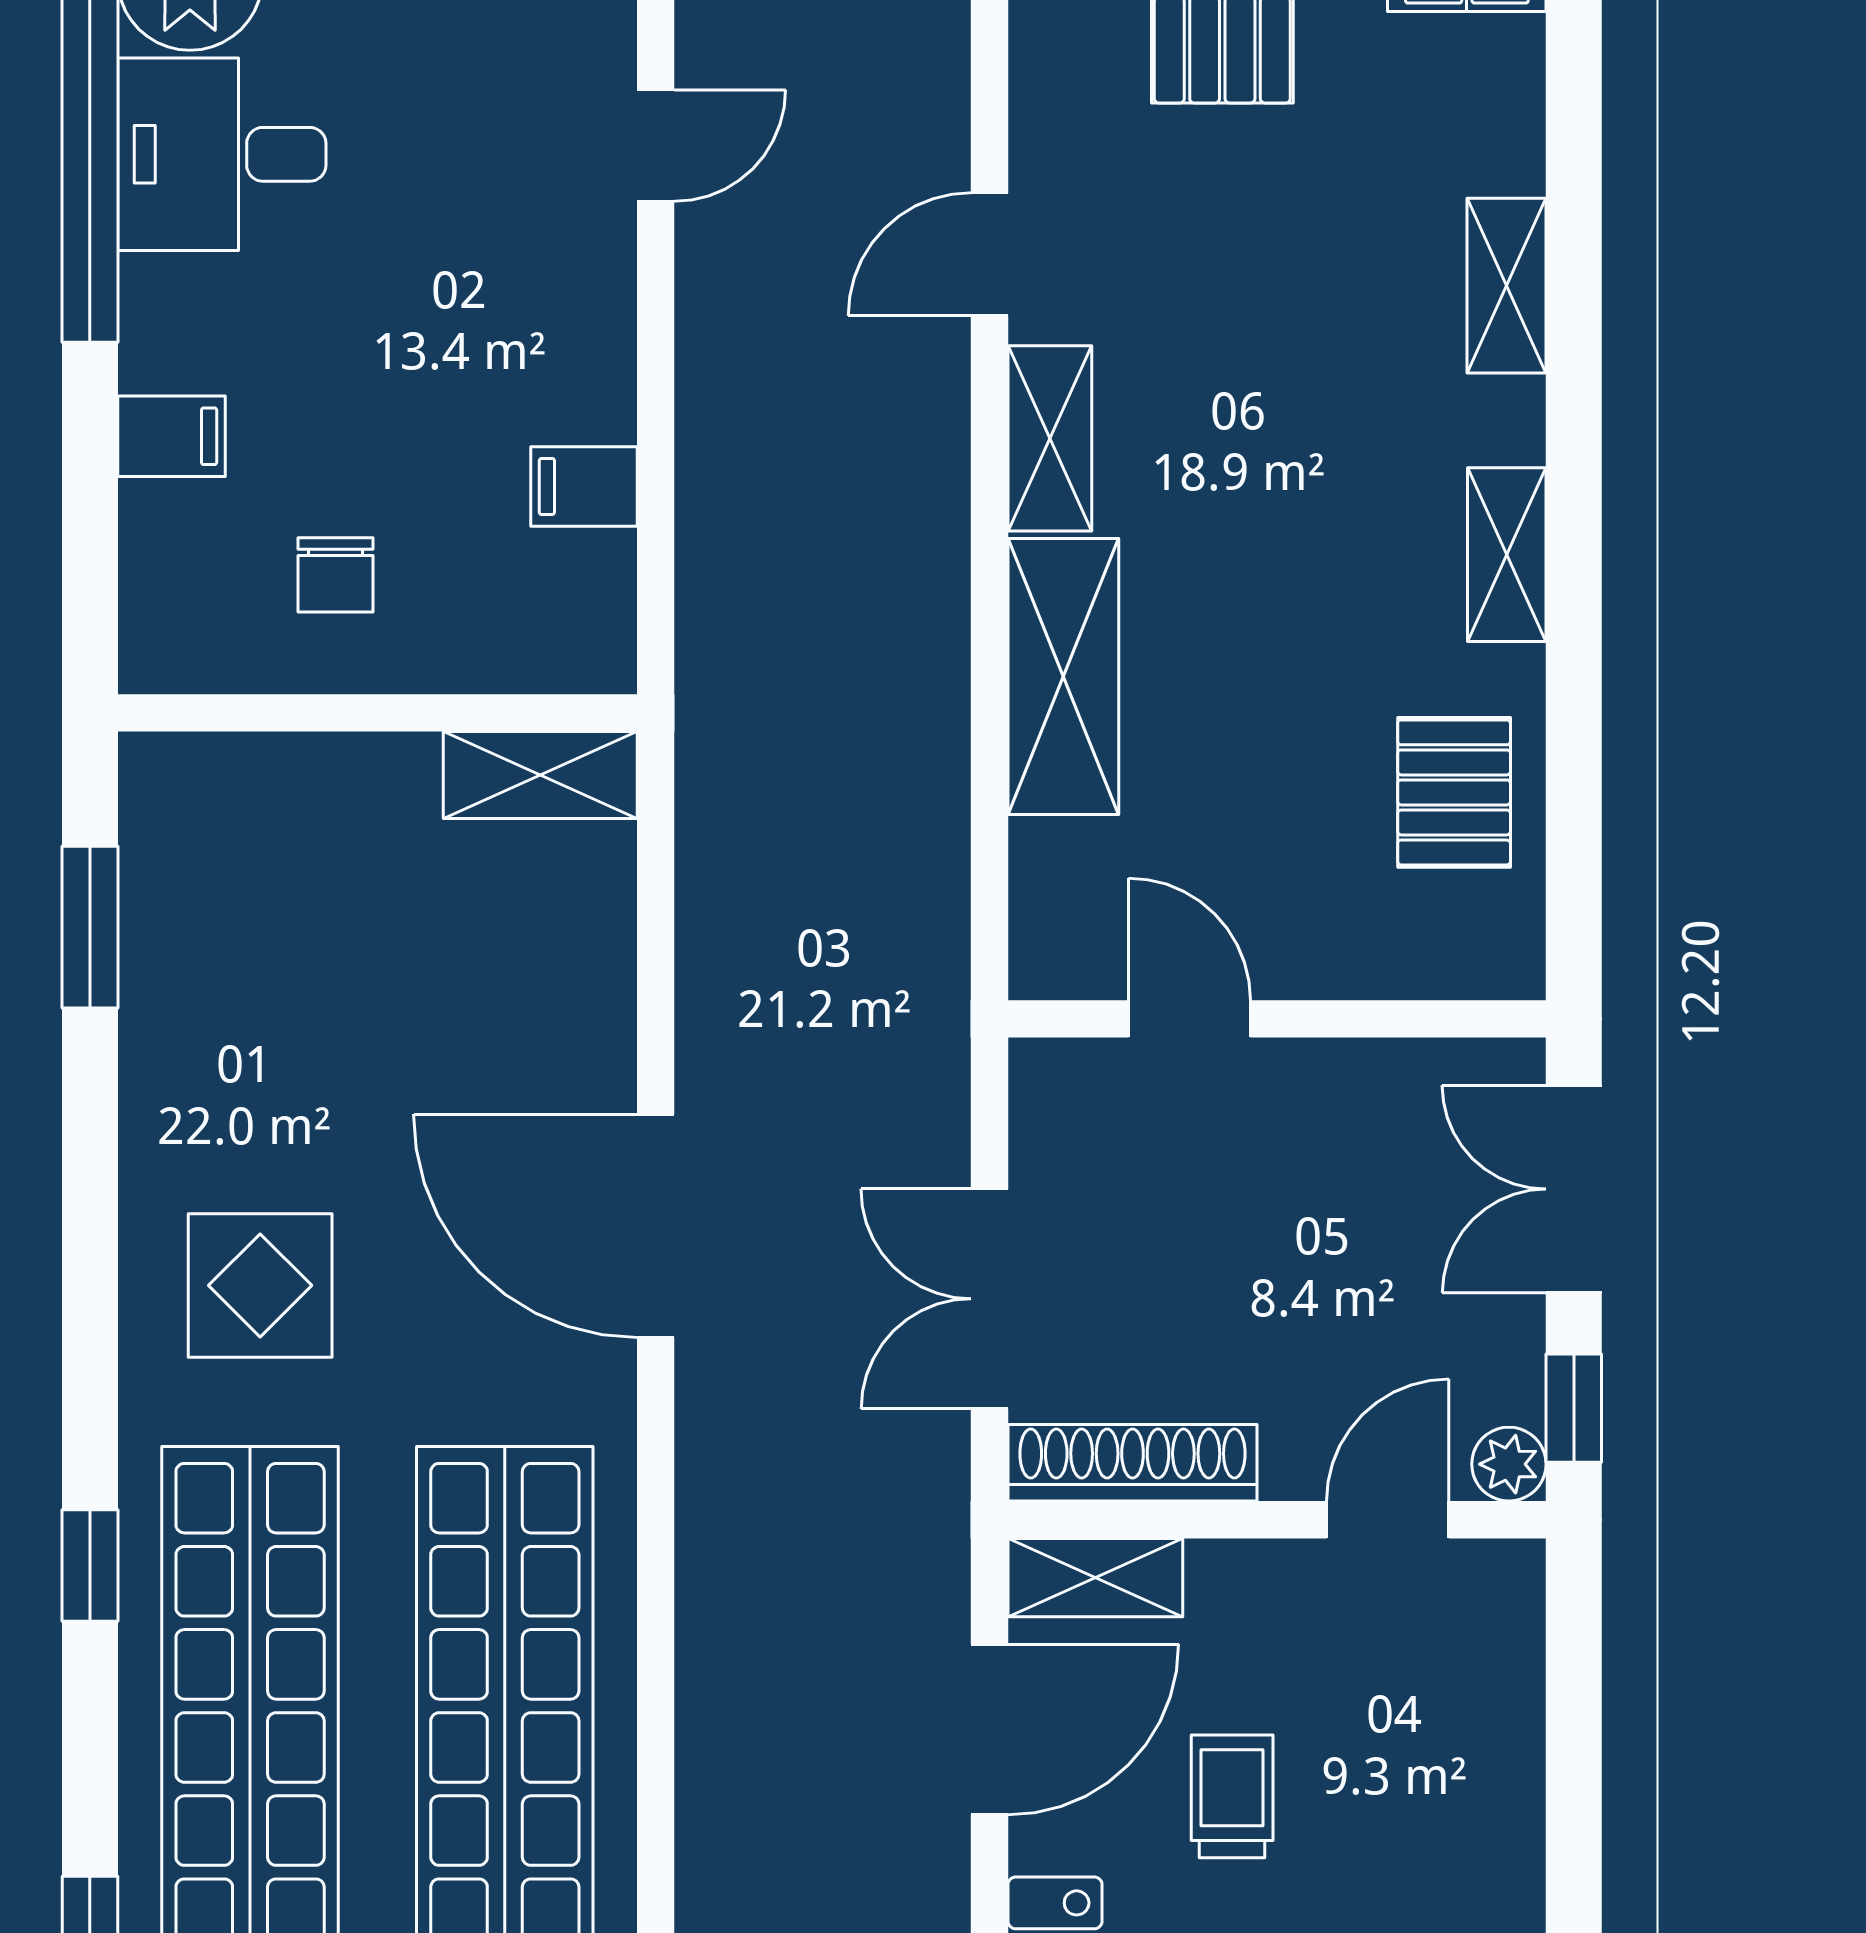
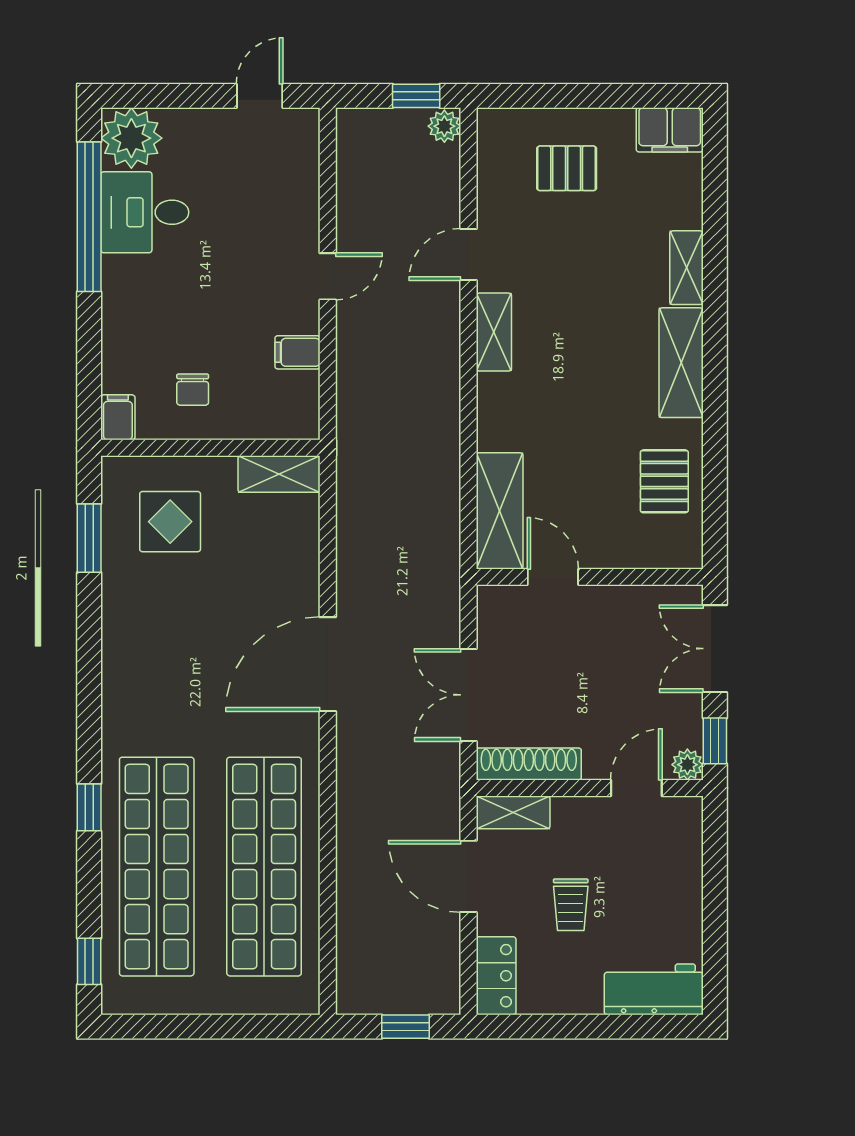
door: (656, 146) -> (328, 276), moved
filing cabinet: (171, 436) -> (118, 417), moved, turned -90
shelving: (1507, 555) -> (681, 363), width x1.50, depth x1.33
shelving: (1063, 677) -> (500, 511), moved
door: (656, 1226) -> (328, 664), hinge flipped
display table: (260, 1285) -> (170, 522), moved
door: (990, 1729) -> (468, 876), swing flipped
trolley: (1232, 1796) -> (571, 905), turned 180

